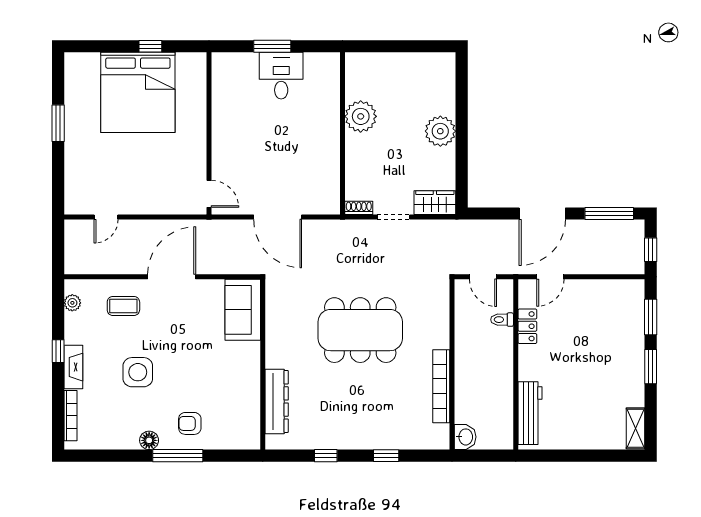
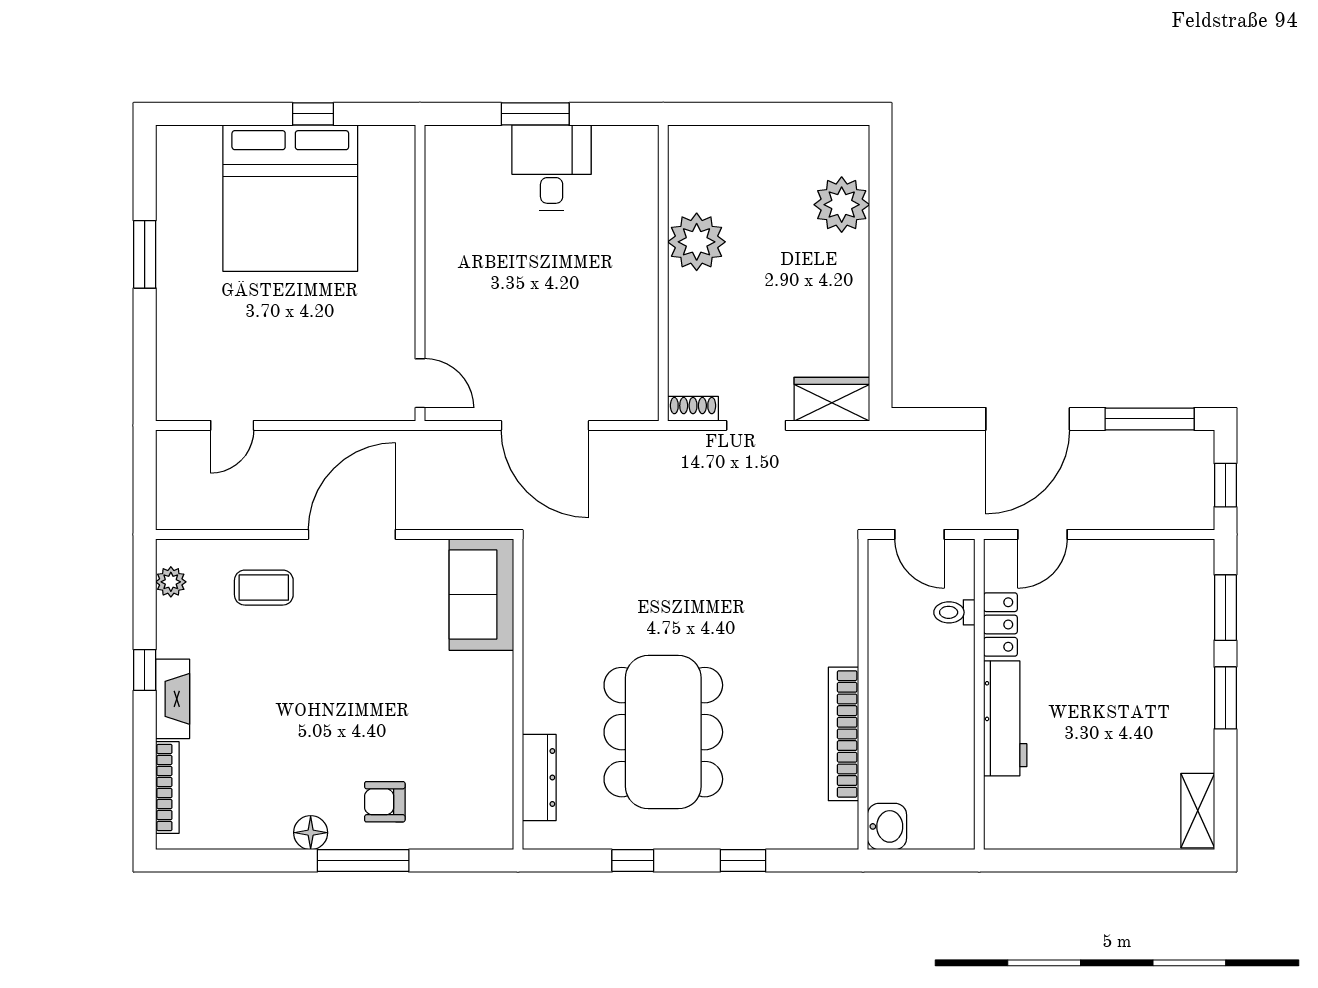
plant: (440, 131) -> (842, 205), moved
dining table: (360, 330) -> (663, 732), moved, turned 90
side table: (138, 372) -> (290, 708), removed
dresser: (277, 401) -> (539, 778), width x0.73, depth x0.80
workbench: (530, 413) -> (1005, 718), moved

